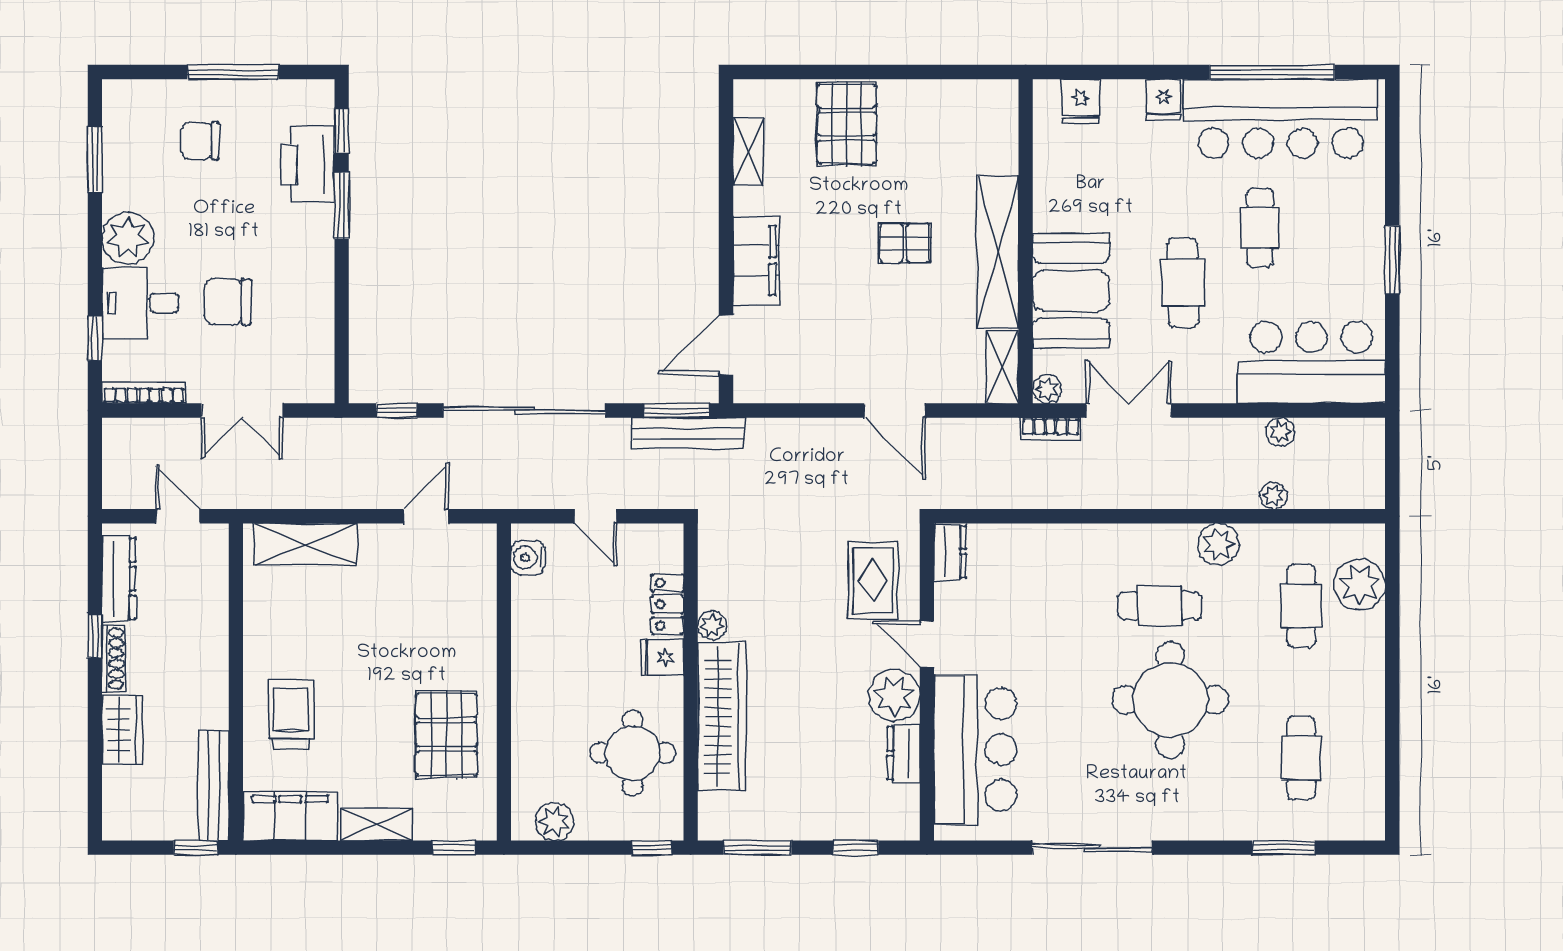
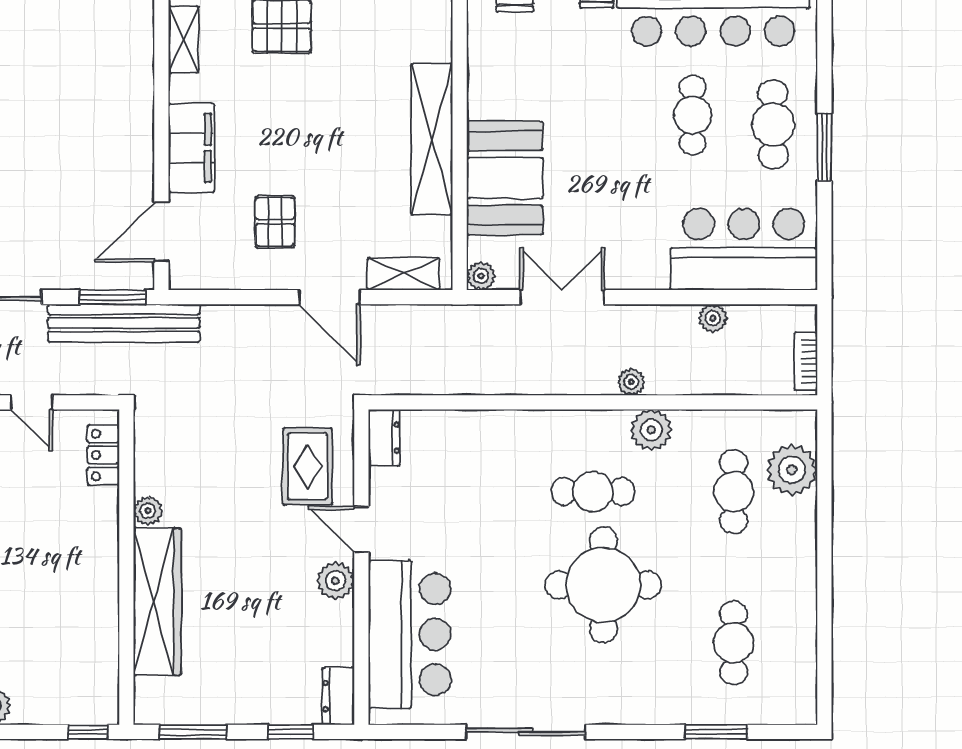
pallet: (905, 243) -> (275, 222), moved, turned 90
cafe table: (1183, 283) -> (773, 124), moved
shelving: (1002, 367) -> (403, 274), moved, turned 90
bookcase: (1051, 429) -> (806, 361), moved, turned 90
bench: (688, 433) -> (124, 323), width x1.37, depth x1.21
plant: (1274, 496) -> (631, 382), moved
locker: (667, 604) -> (103, 455), moved
fridge: (662, 657) -> (98, 543), removed
plant: (894, 696) -> (336, 581), width x0.73, depth x0.73
round table: (633, 753) -> (69, 638), removed
dresser: (904, 753) -> (338, 696), moved

